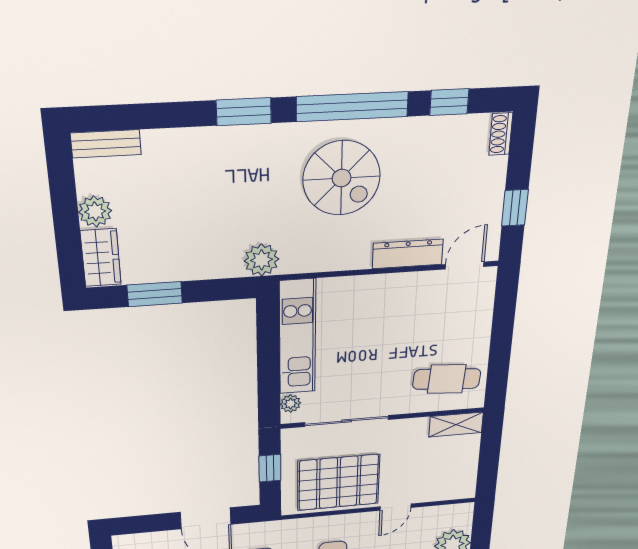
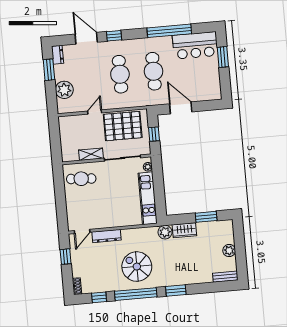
wardrobe: (101, 258) -> (184, 230), moved, turned -90
shelving: (456, 425) -> (91, 154), moved

